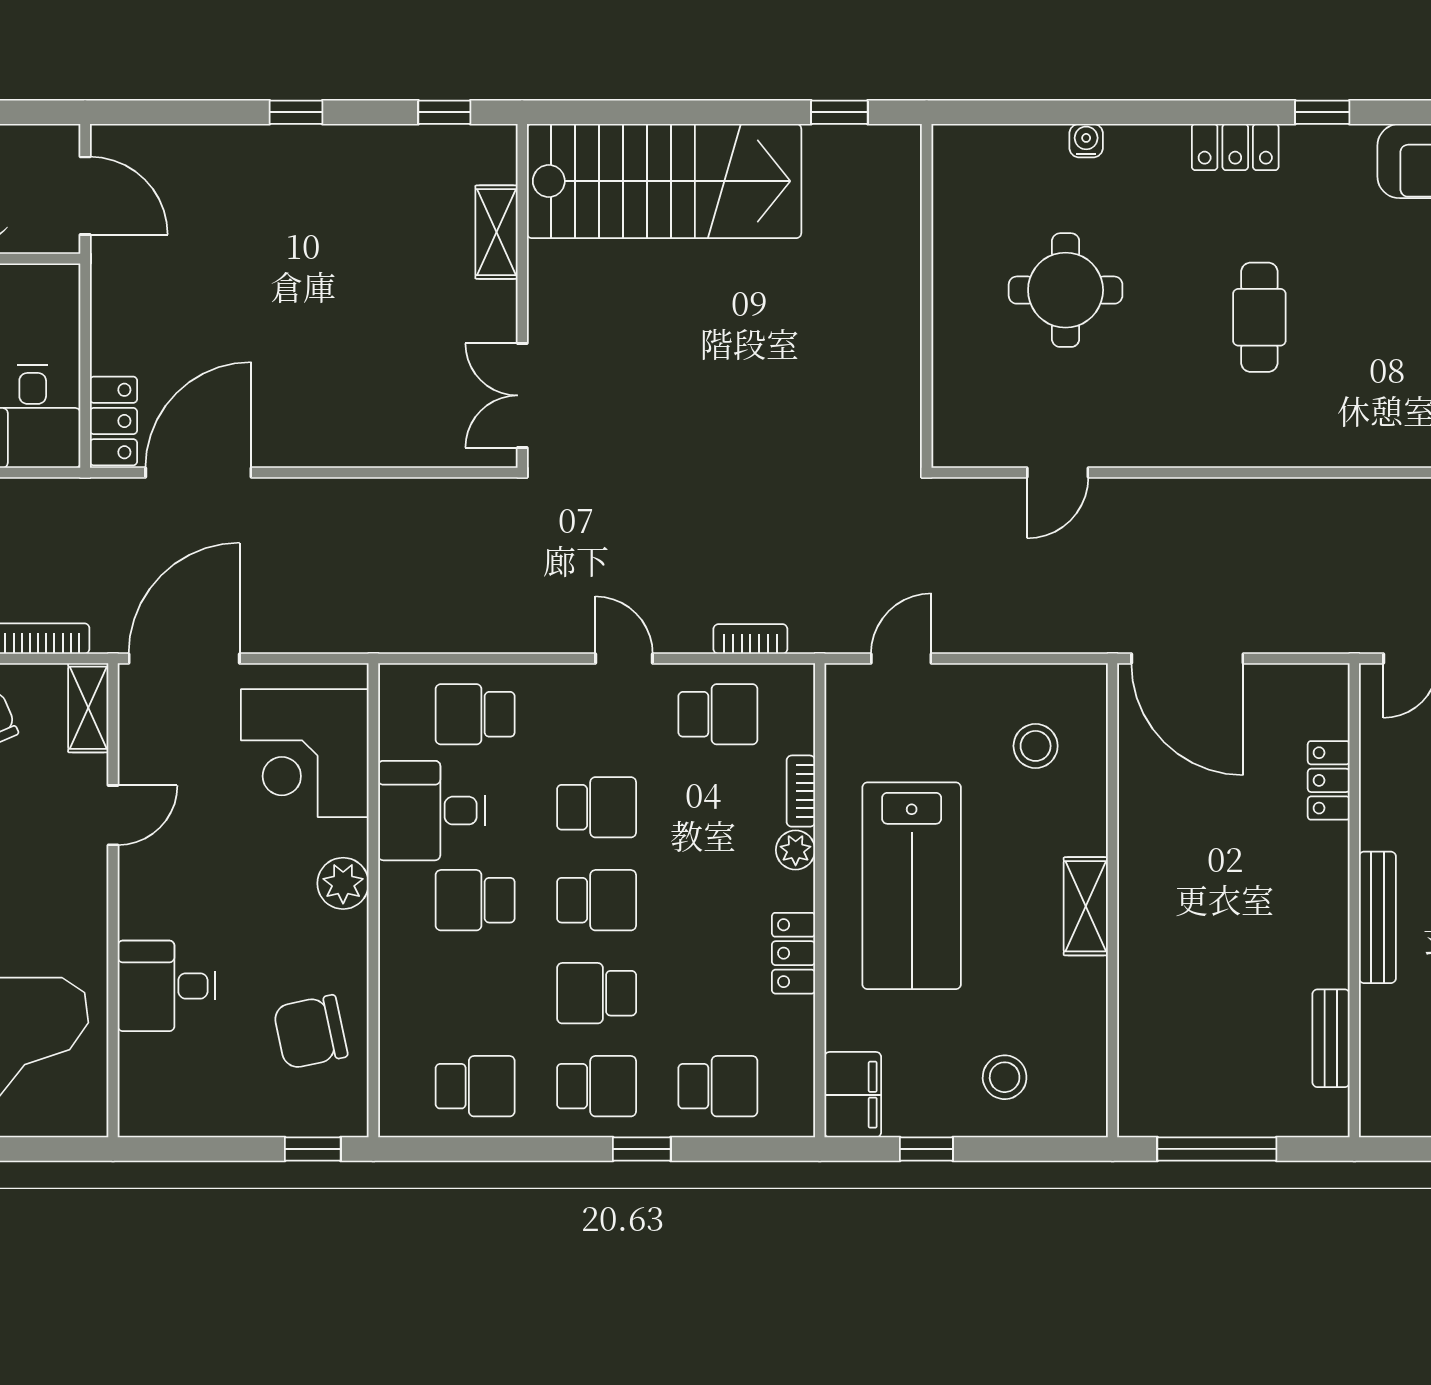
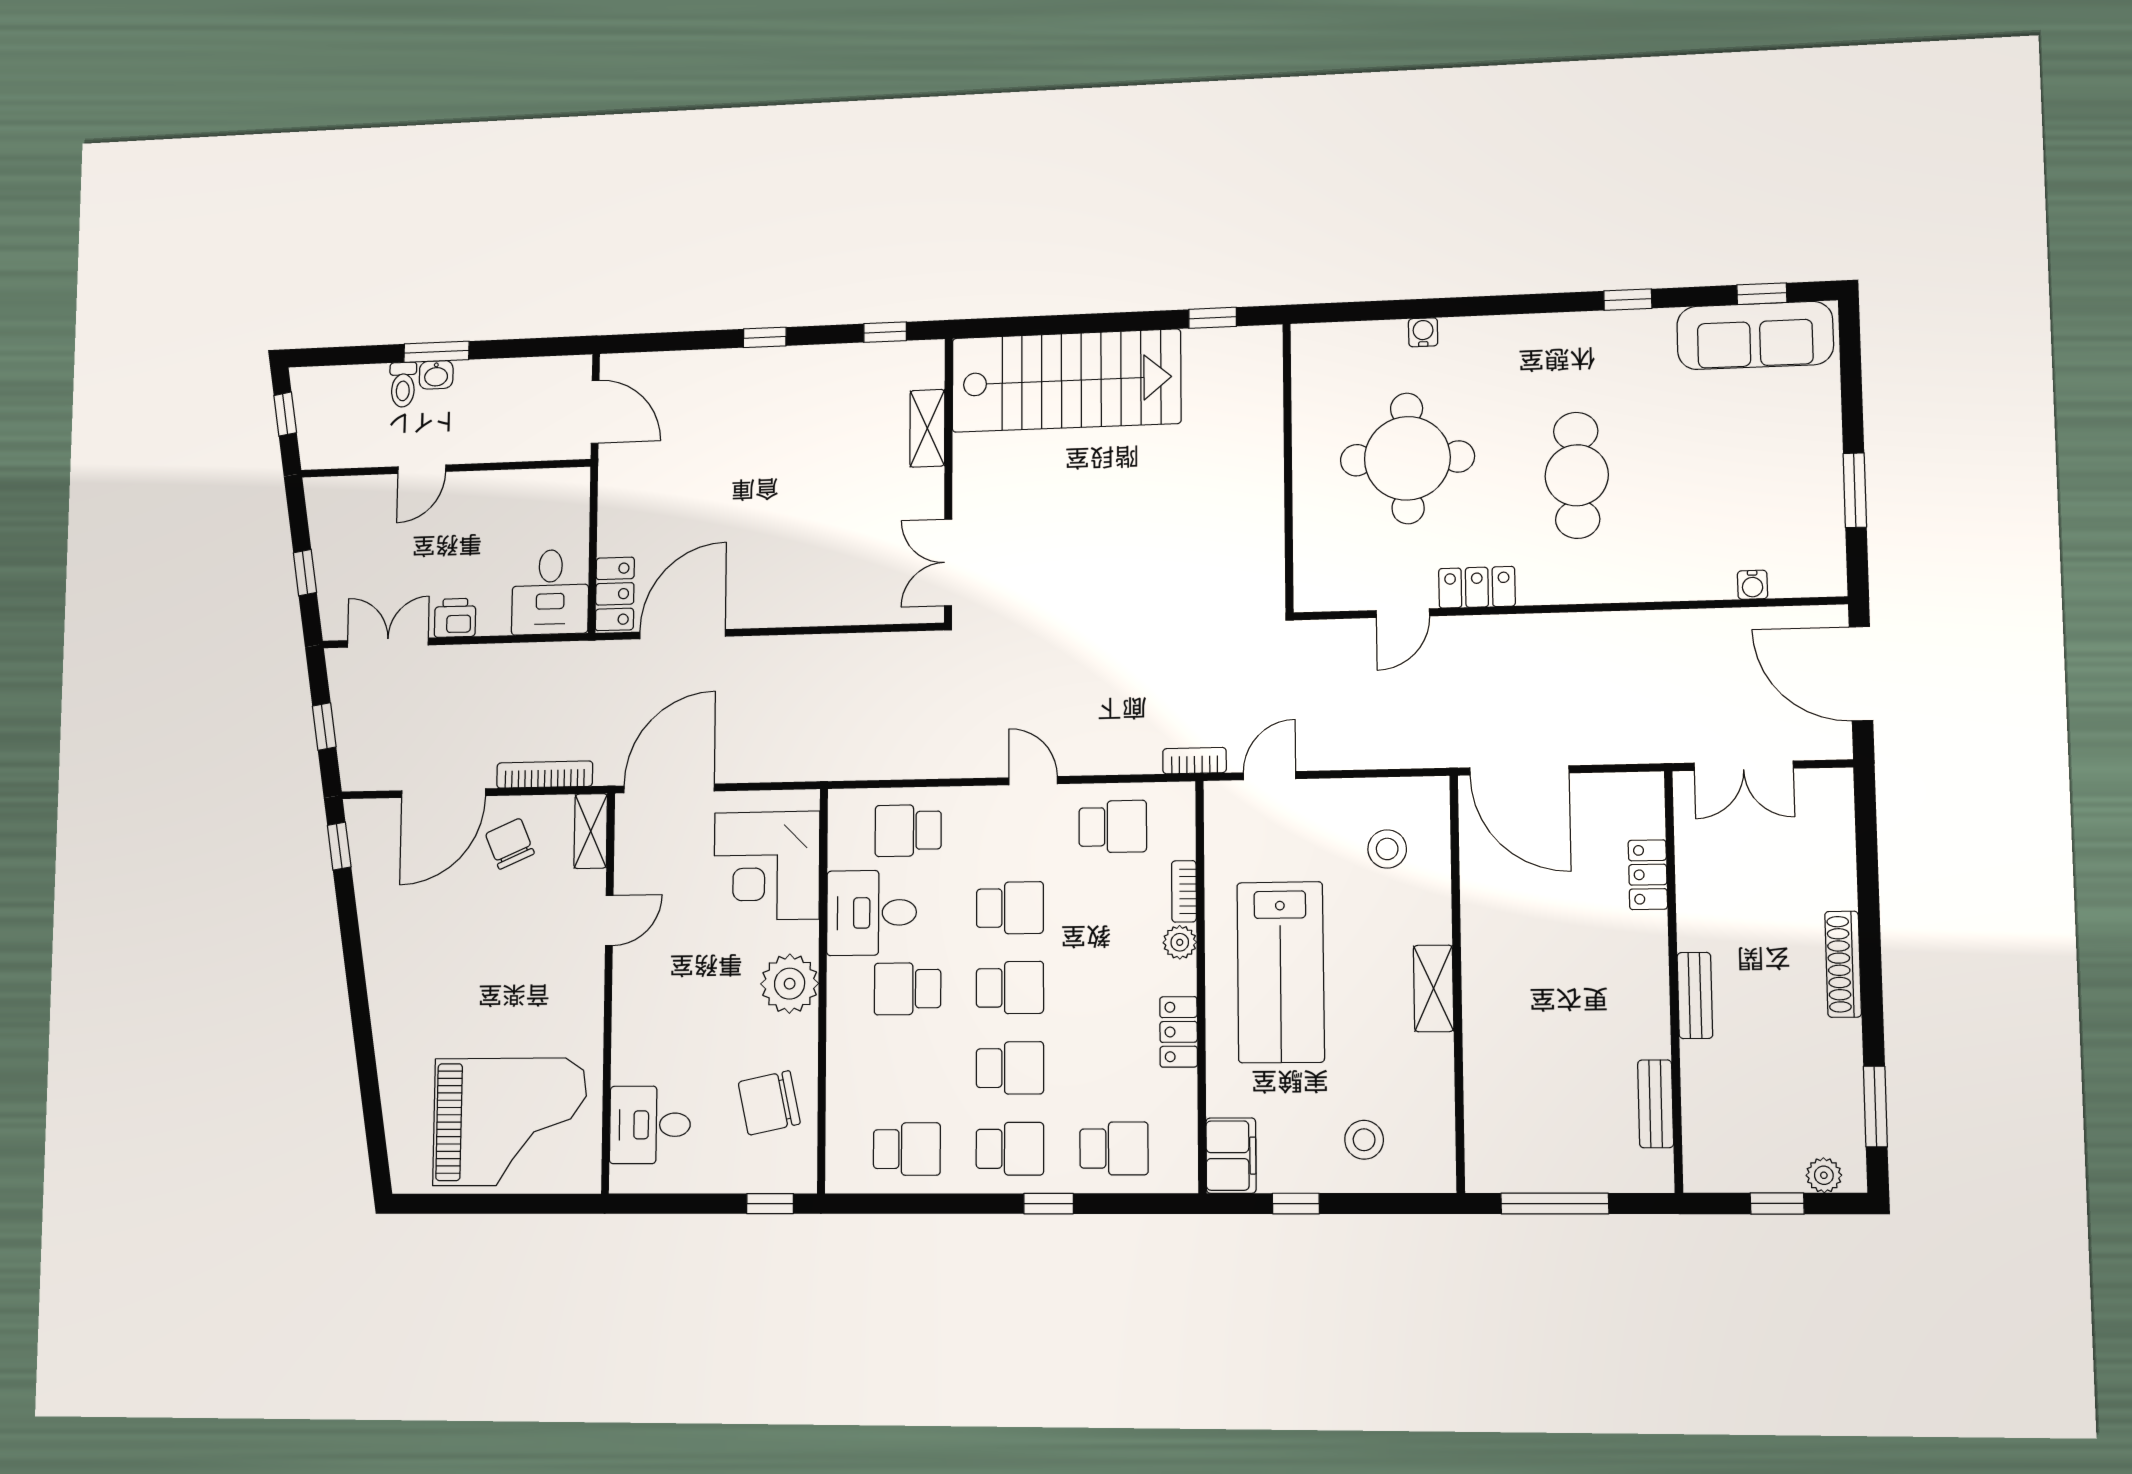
locker: (1235, 147) -> (1477, 587), moved, turned 180
round table: (1066, 290) -> (1407, 458), width x1.36, depth x1.36
cafe table: (1259, 317) -> (1577, 475), width x1.37, depth x1.35
bookcase: (750, 639) -> (1194, 761), moved
plant: (343, 883) -> (790, 984), width x1.36, depth x1.36
bench: (1377, 917) -> (1695, 995), width x0.73
desk: (167, 986) -> (650, 1125), moved
school desk: (597, 993) -> (1010, 1068), turned 180

